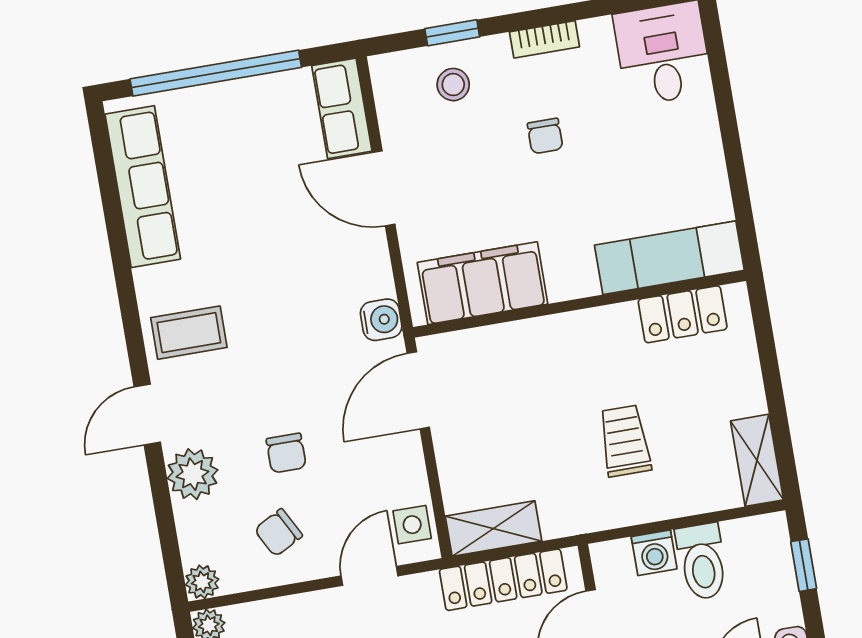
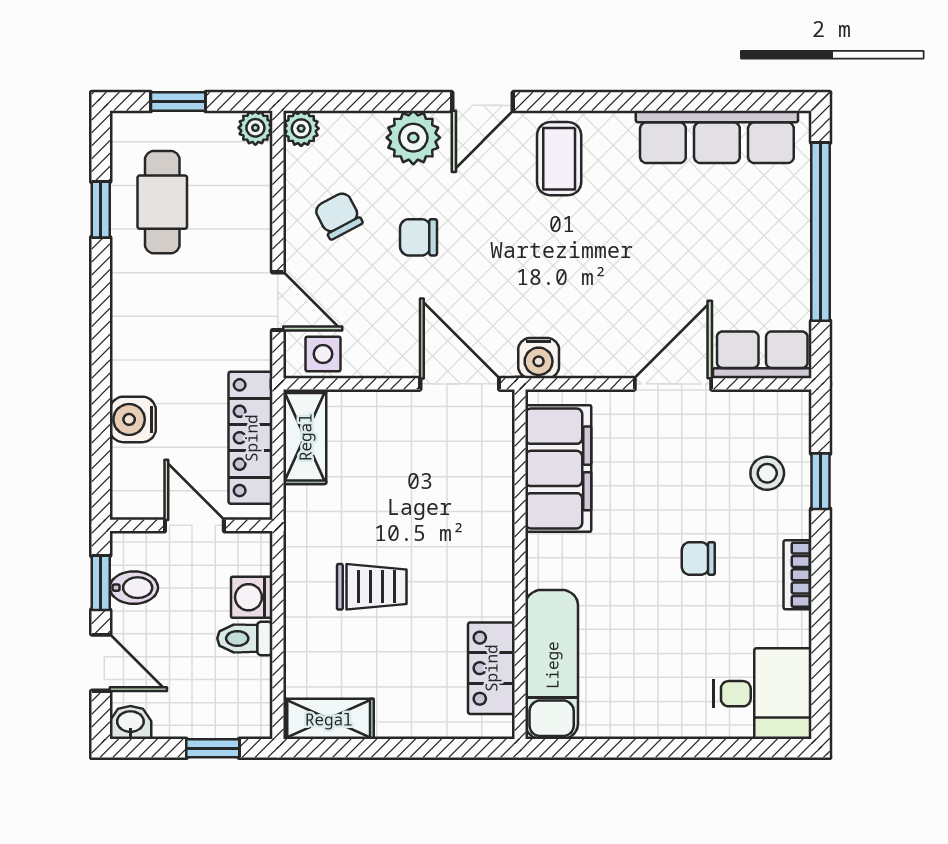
door: (147, 414) -> (482, 102), swing flipped
toilet: (702, 562) -> (245, 638), width x0.73, depth x0.72

